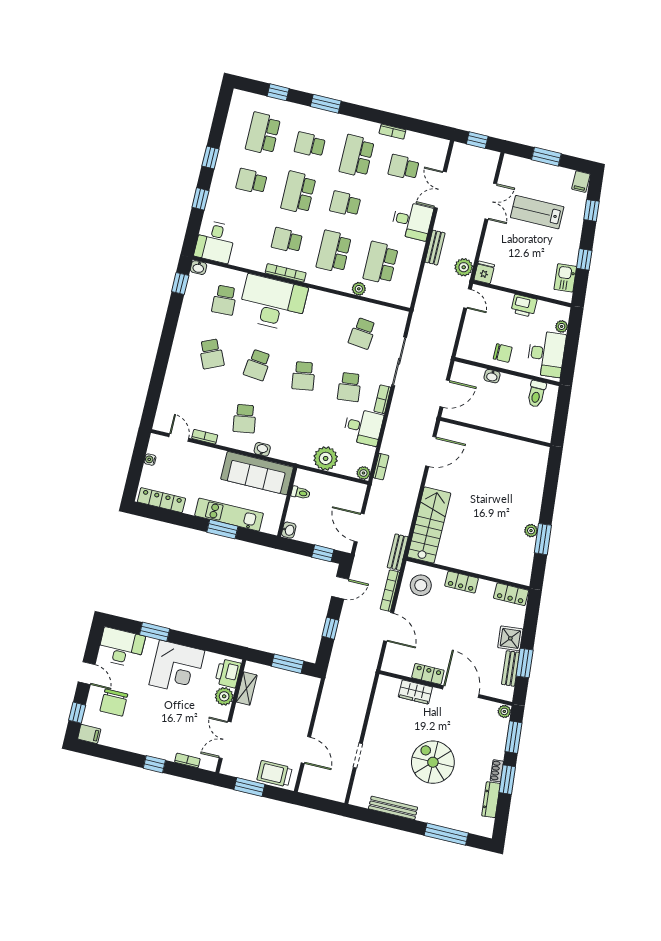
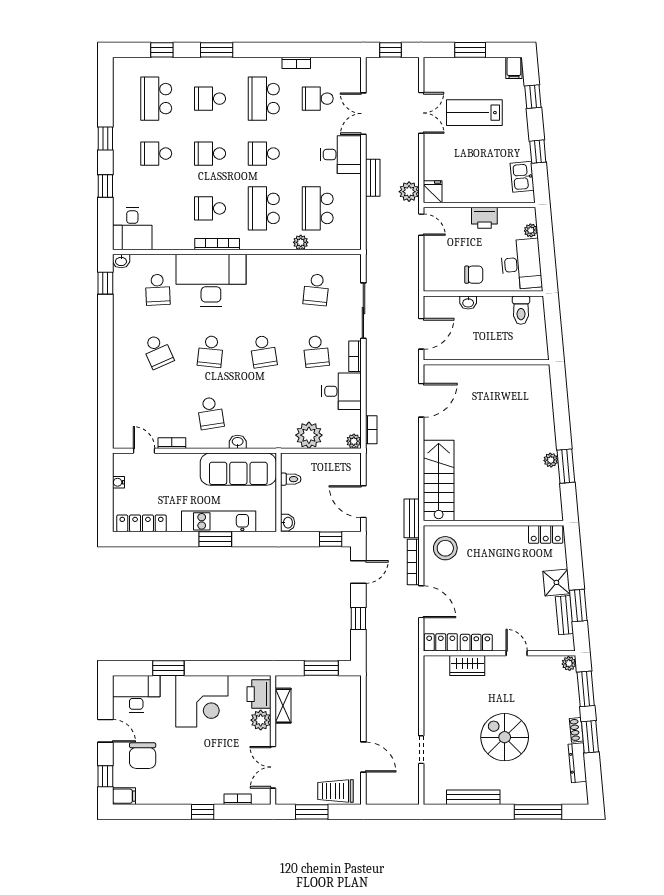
school desk: (298, 192) -> (210, 154), width x0.54
locker: (462, 582) -> (441, 642), moved, turned 180
door: (461, 692) -> (517, 653), width x0.53

